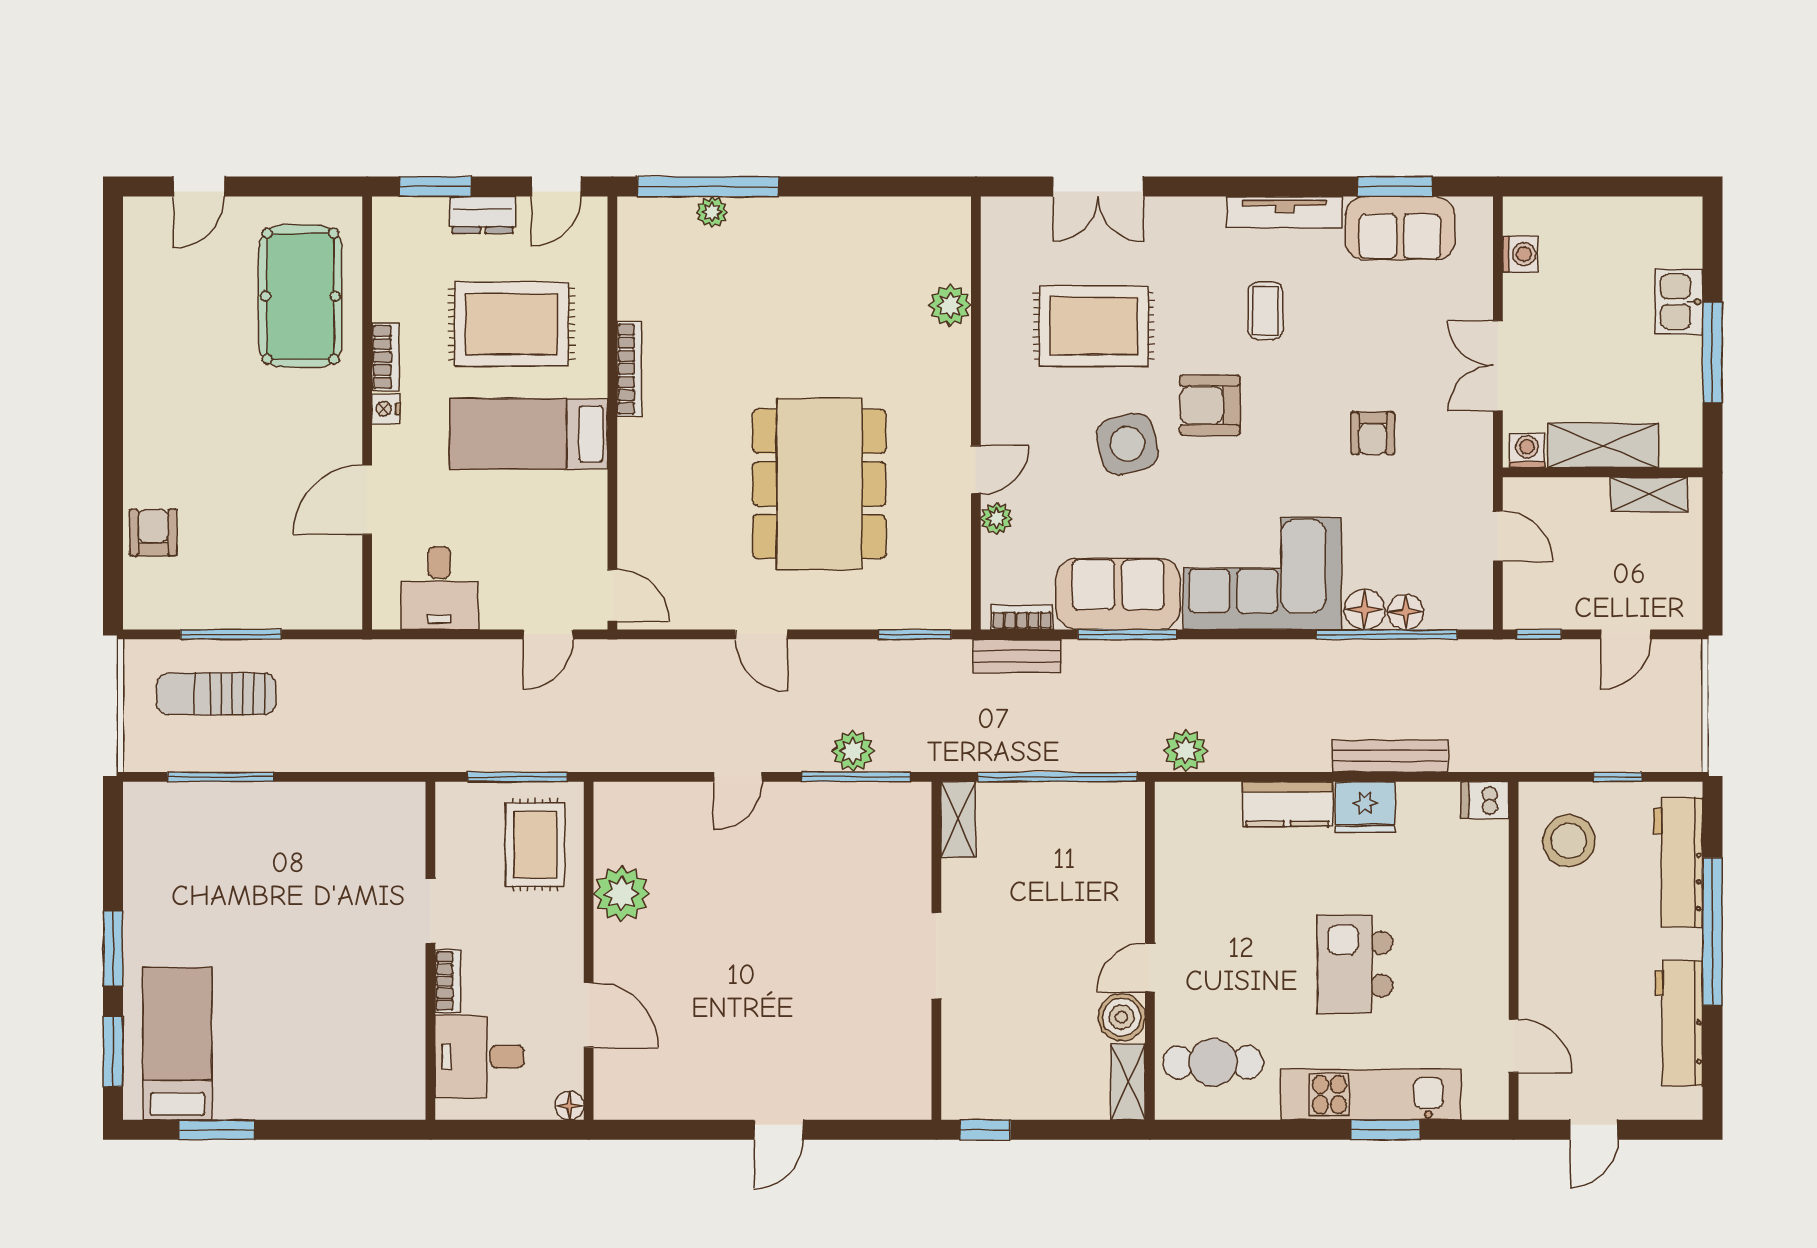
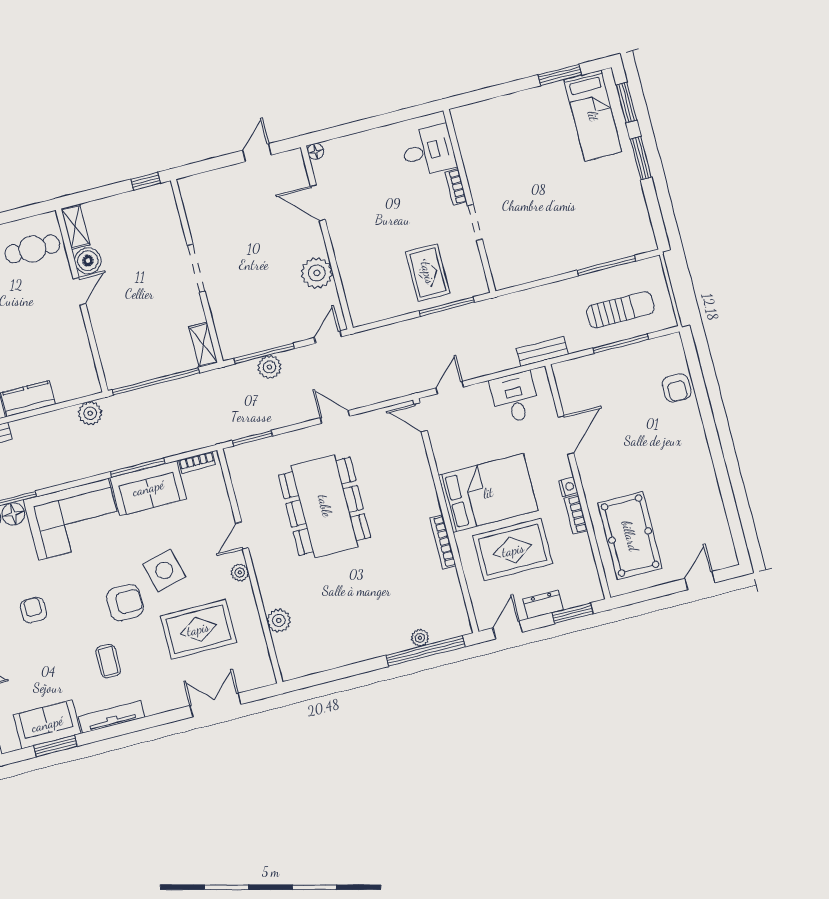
bed: (529, 434) -> (488, 493), width x1.50
plant: (997, 518) -> (240, 573), moved
bench: (1017, 656) -> (542, 351), moved
plant: (622, 894) -> (317, 273), moved
wall: (589, 951) -> (327, 238), moved
door: (589, 1015) -> (318, 203), moved
floor lamp: (569, 1106) -> (316, 151), moved

